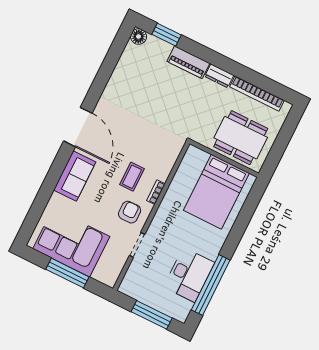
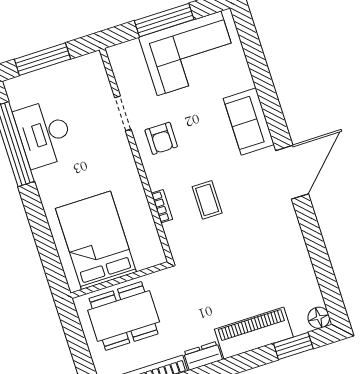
piano: (188, 62) -> (254, 333), width x1.37, depth x1.33
door: (78, 127) -> (292, 172), swing flipped
coffee table: (132, 177) -> (207, 200), moved
bookcase: (156, 192) -> (162, 206), moved

